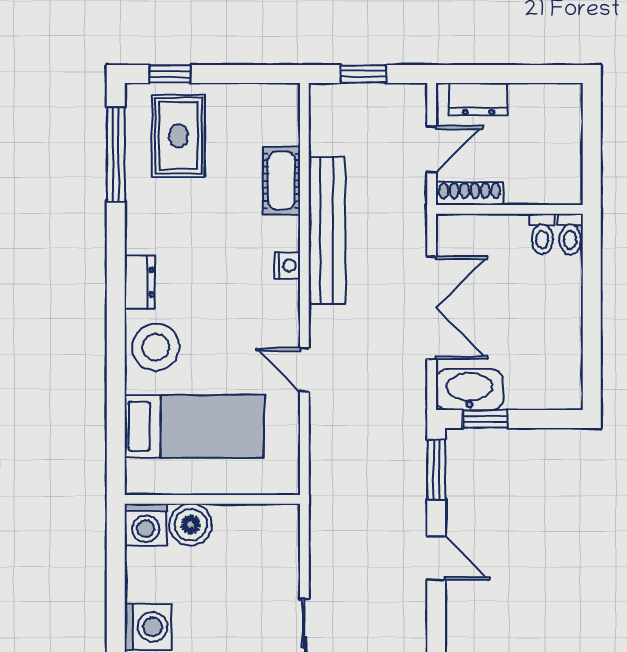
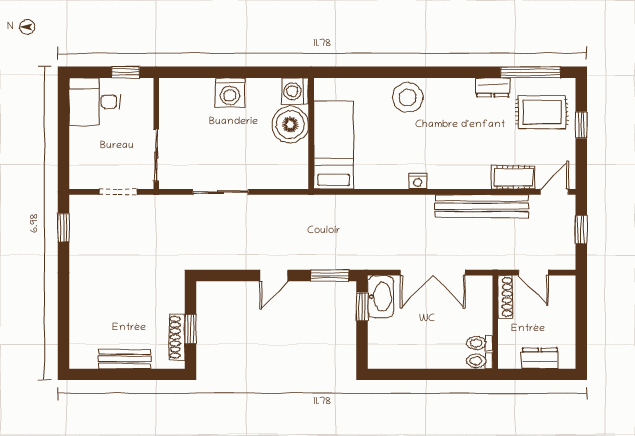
window: (170, 74) -> (581, 125), moved
dresser: (478, 99) -> (540, 358), moved, turned 90
nightstand: (287, 265) -> (418, 181), moved
dresser: (140, 282) -> (493, 87), moved
door: (304, 370) -> (554, 192), moved
bed: (194, 426) -> (334, 145), moved, turned 180
boiler: (191, 525) -> (290, 125), width x1.37, depth x1.37

